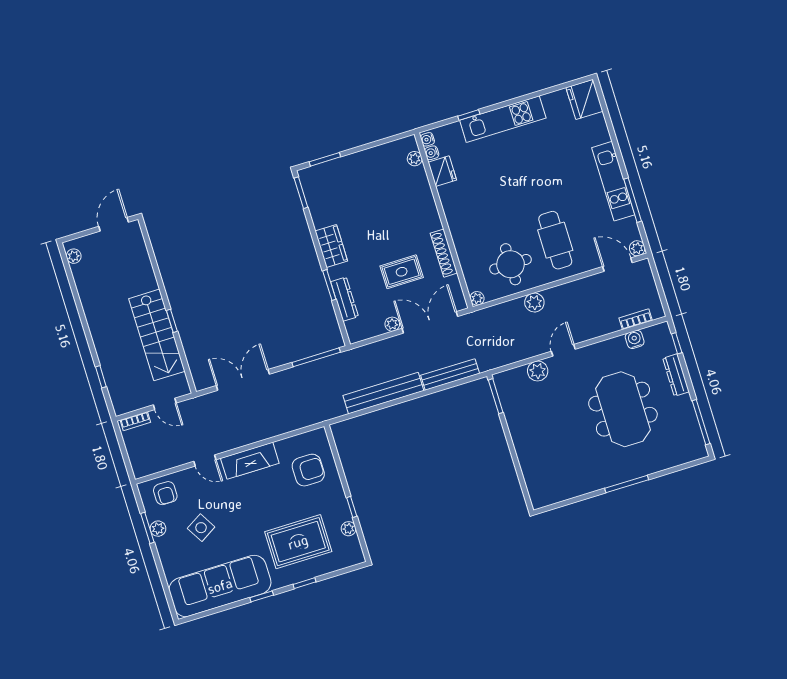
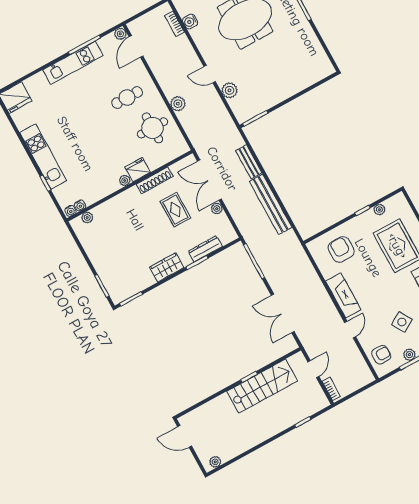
fridge: (442, 171) -> (138, 170), moved
cafe table: (555, 240) -> (127, 98), width x0.73, depth x0.74
plant: (477, 298) -> (125, 180), moved
bench: (450, 374) -> (249, 162), width x0.73

